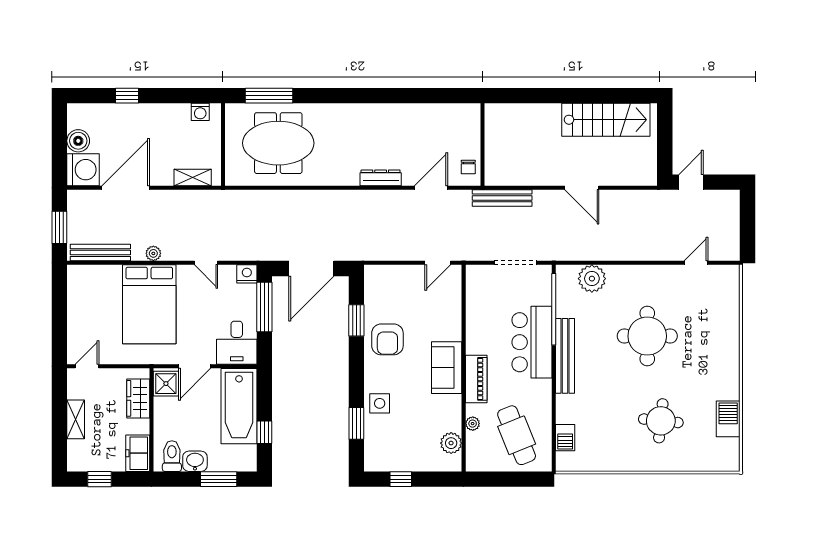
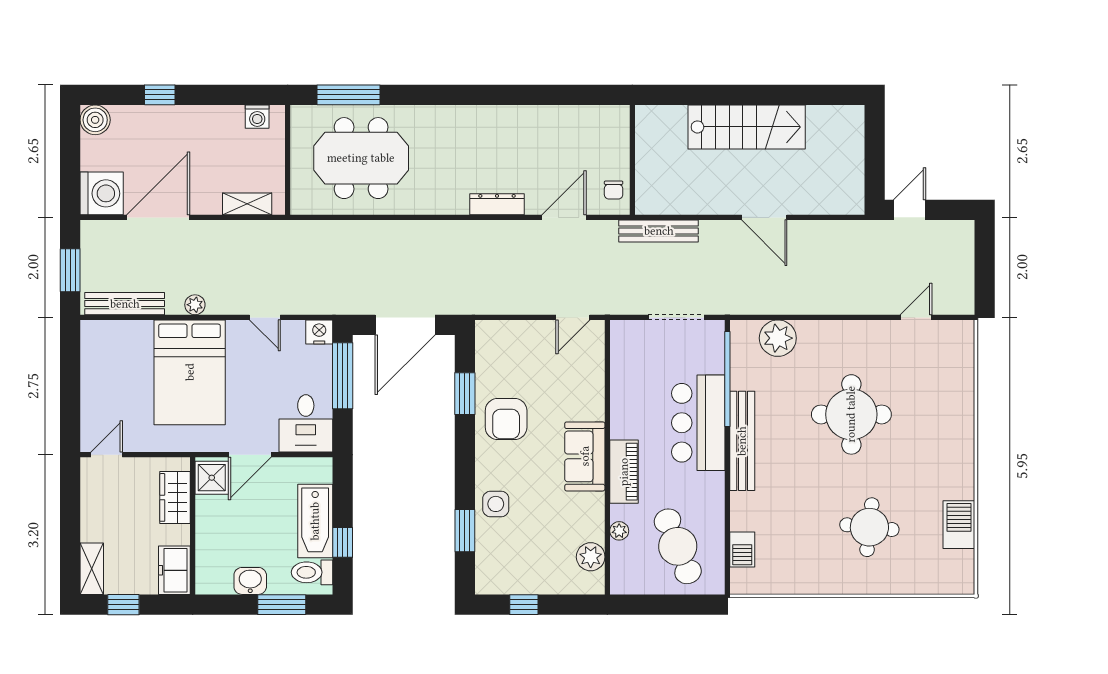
stairs: (606, 120) -> (747, 127), moved
boiler: (78, 141) -> (95, 120), moved
bathtub: (239, 406) -> (315, 521), width x0.73, depth x0.73
shelving: (76, 419) -> (92, 569), moved
toilet: (172, 456) -> (312, 572), moved, turned -90

